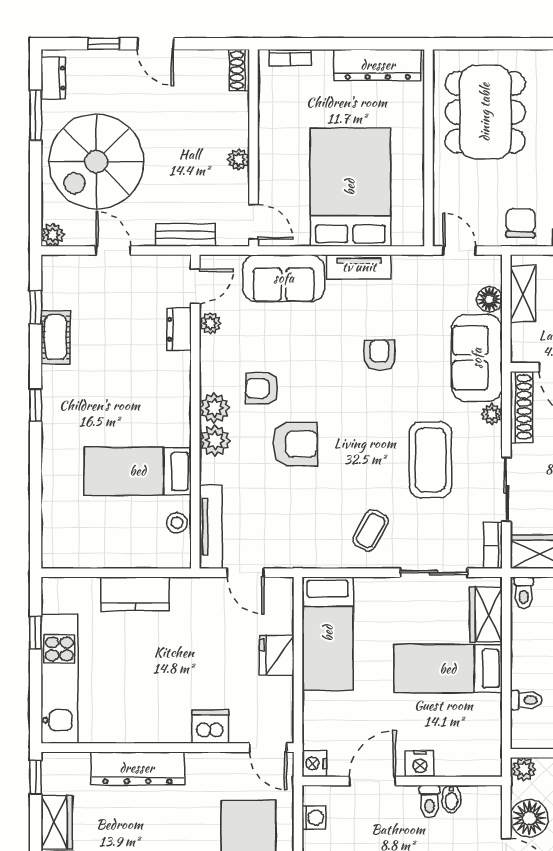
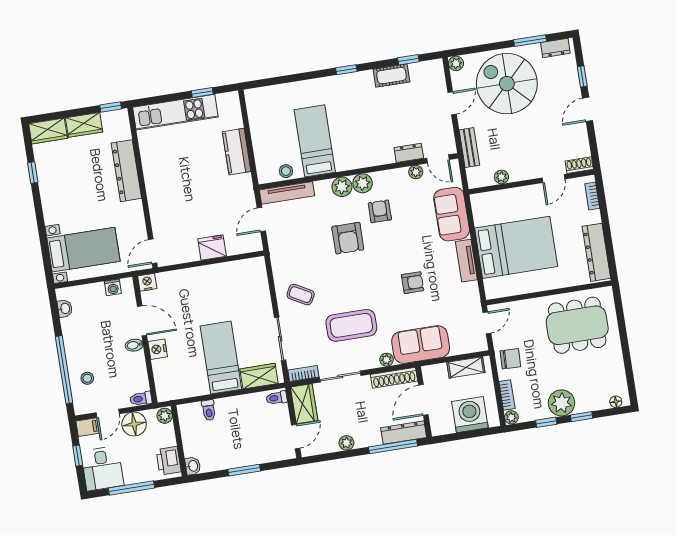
plant: (239, 160) -> (501, 177), moved
door: (254, 222) -> (553, 178), moved
floor lamp: (489, 299) -> (459, 347), removed
bed: (328, 633) -> (231, 278), removed
dishwasher: (210, 726) -> (160, 213), removed
bidet: (451, 799) -> (134, 345), moved
toilet: (430, 802) -> (141, 399), moved

